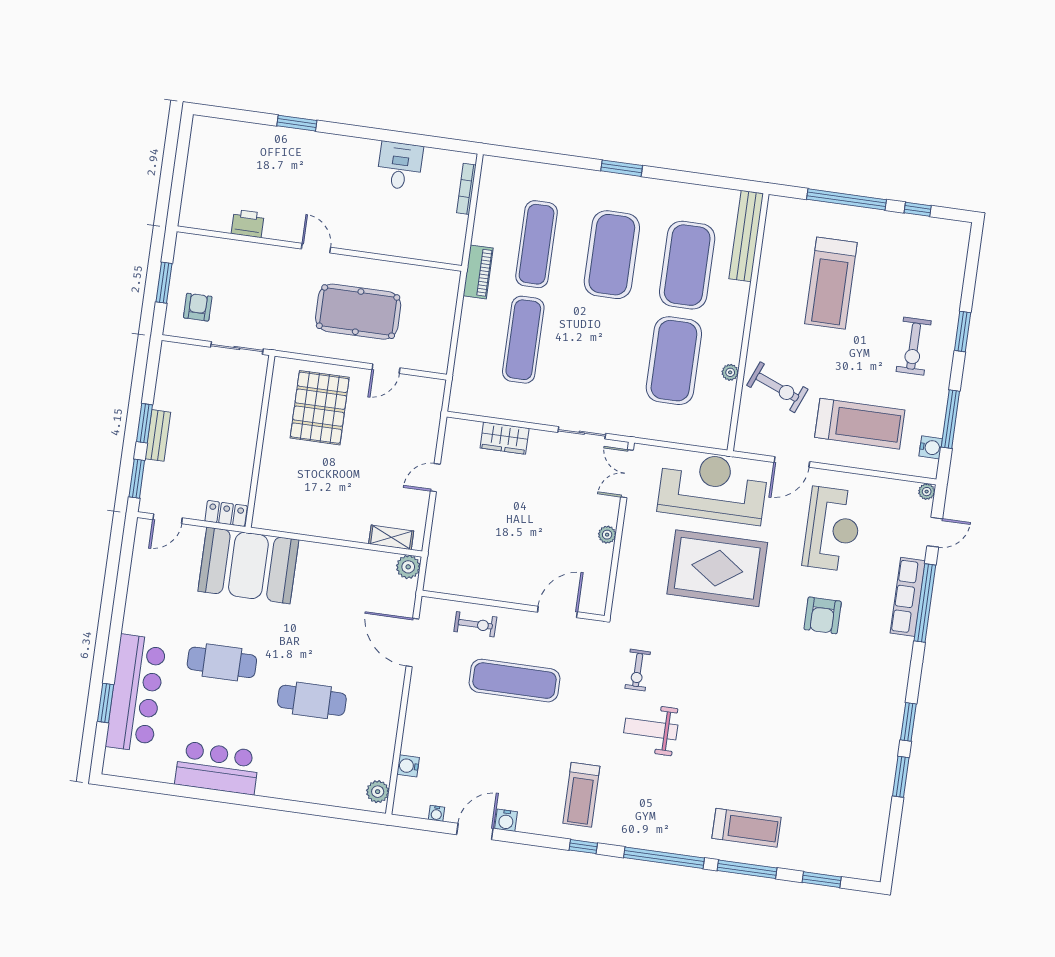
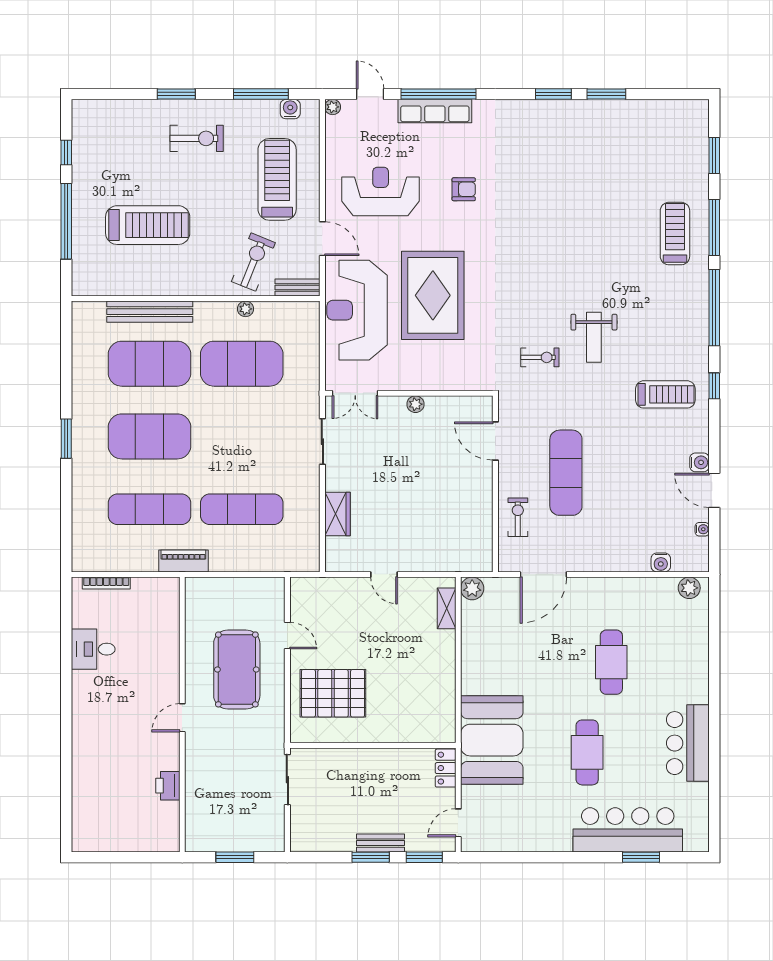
window: (297, 123) -> (66, 752), removed
bench: (746, 236) -> (150, 312), moved
armchair: (198, 307) -> (254, 822), removed
bench: (745, 429) -> (298, 287), added
door: (168, 519) -> (458, 823), swing flipped
armchair: (823, 615) -> (464, 189), width x0.72, depth x0.72

